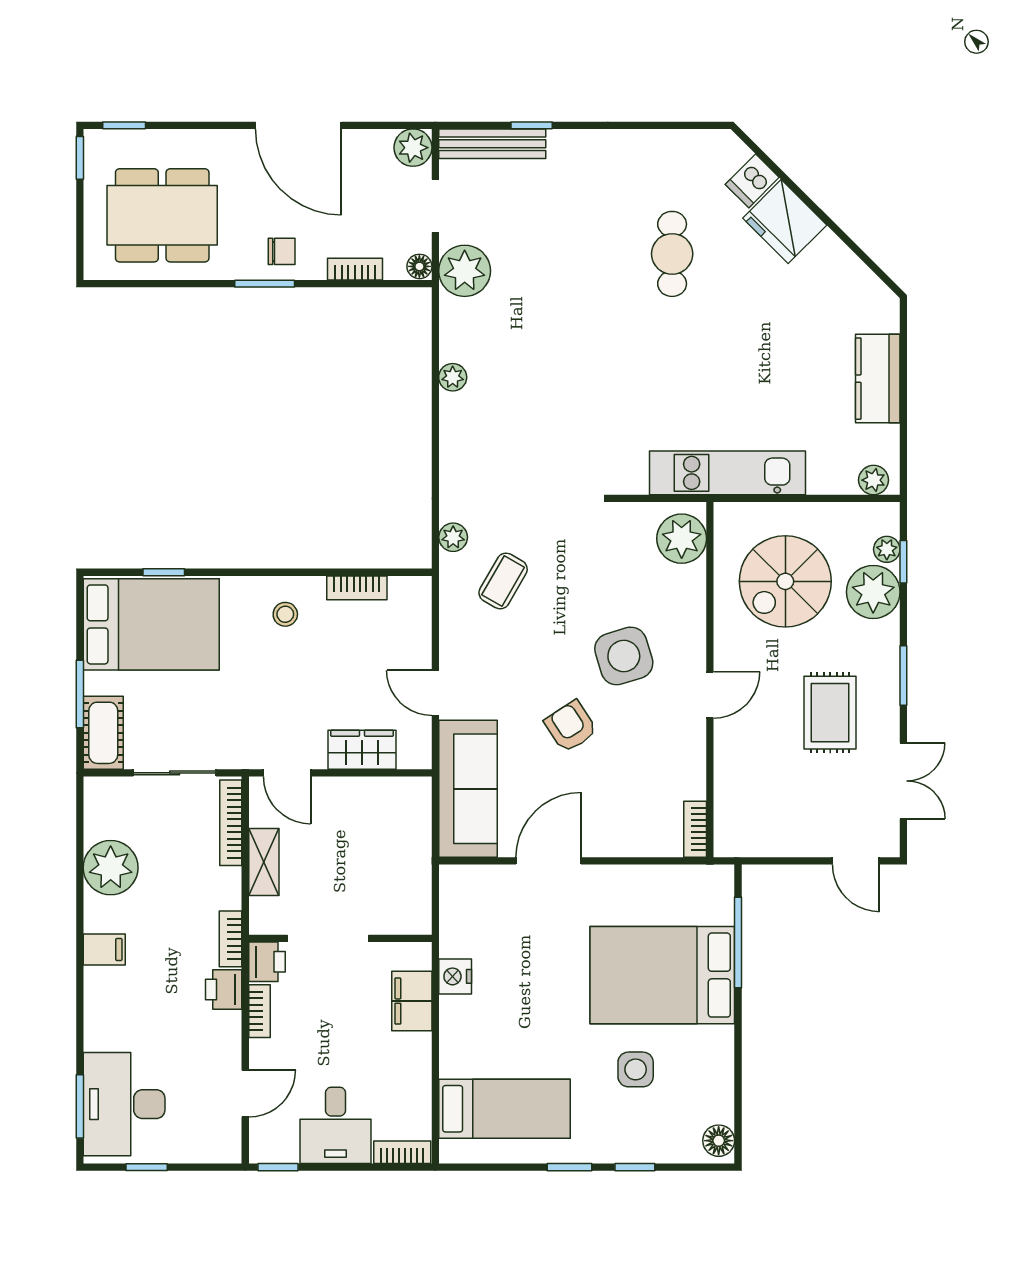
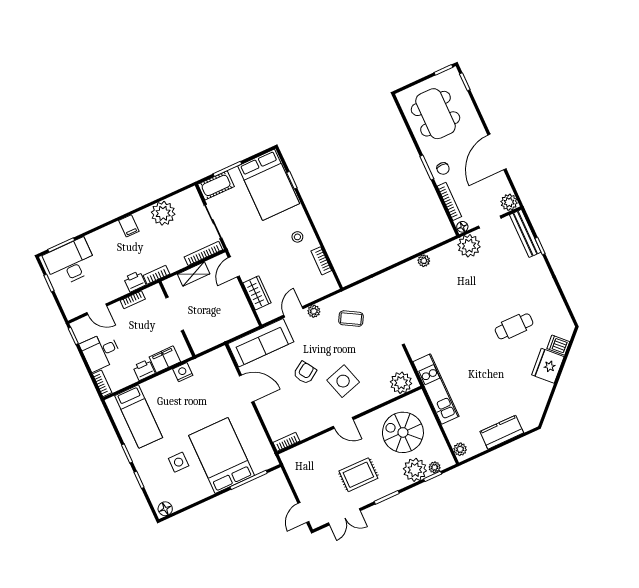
bookcase: (355, 269) -> (449, 201), width x1.56
plant: (453, 537) -> (314, 311), moved
printer: (267, 962) -> (144, 370), moved, turned 180

